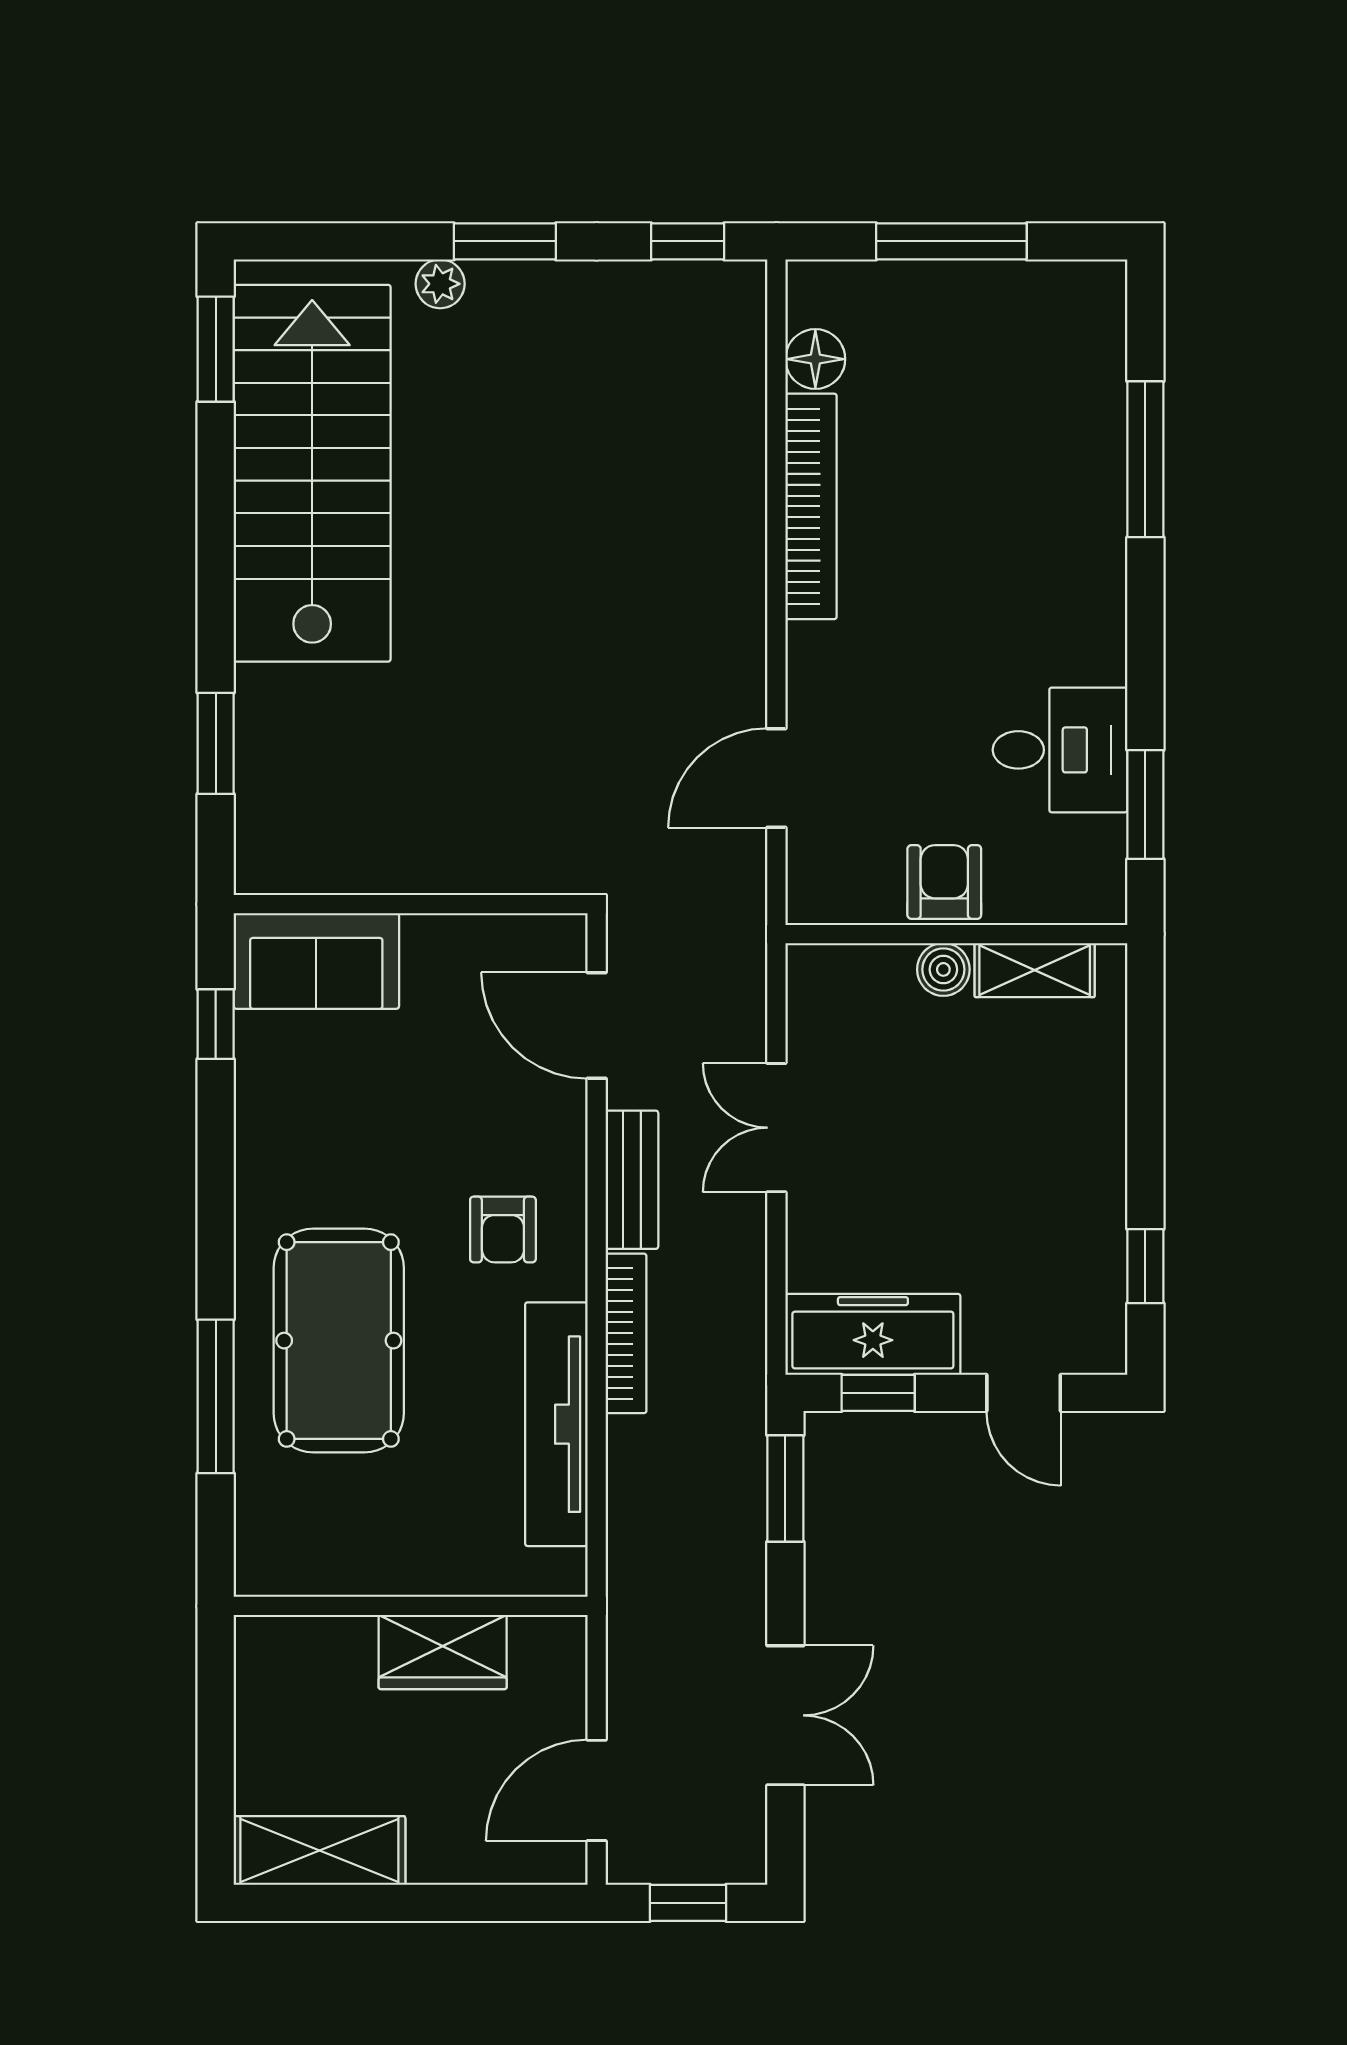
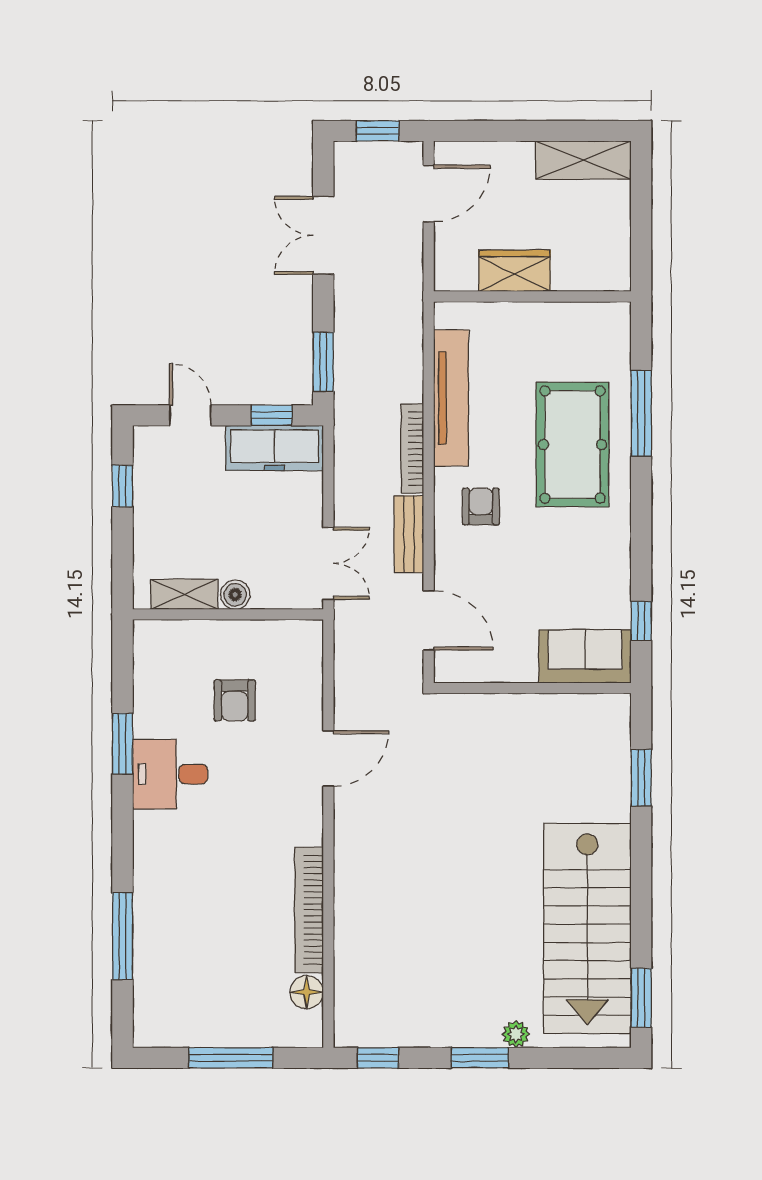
wall: (956, 934) -> (228, 614), moved
boiler: (943, 969) -> (235, 595), moved
shelving: (1035, 970) -> (184, 594), moved

